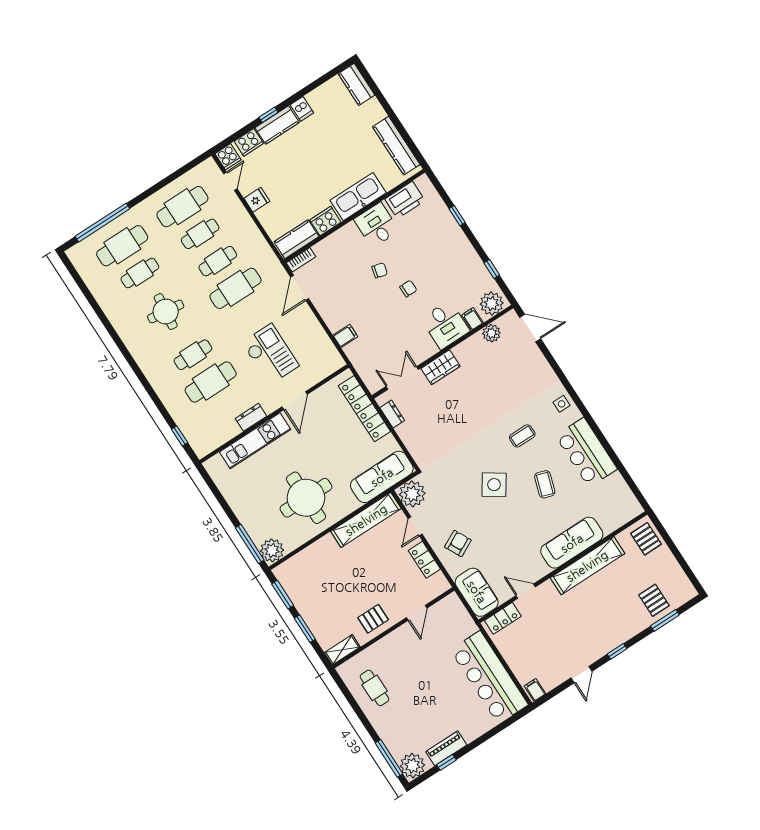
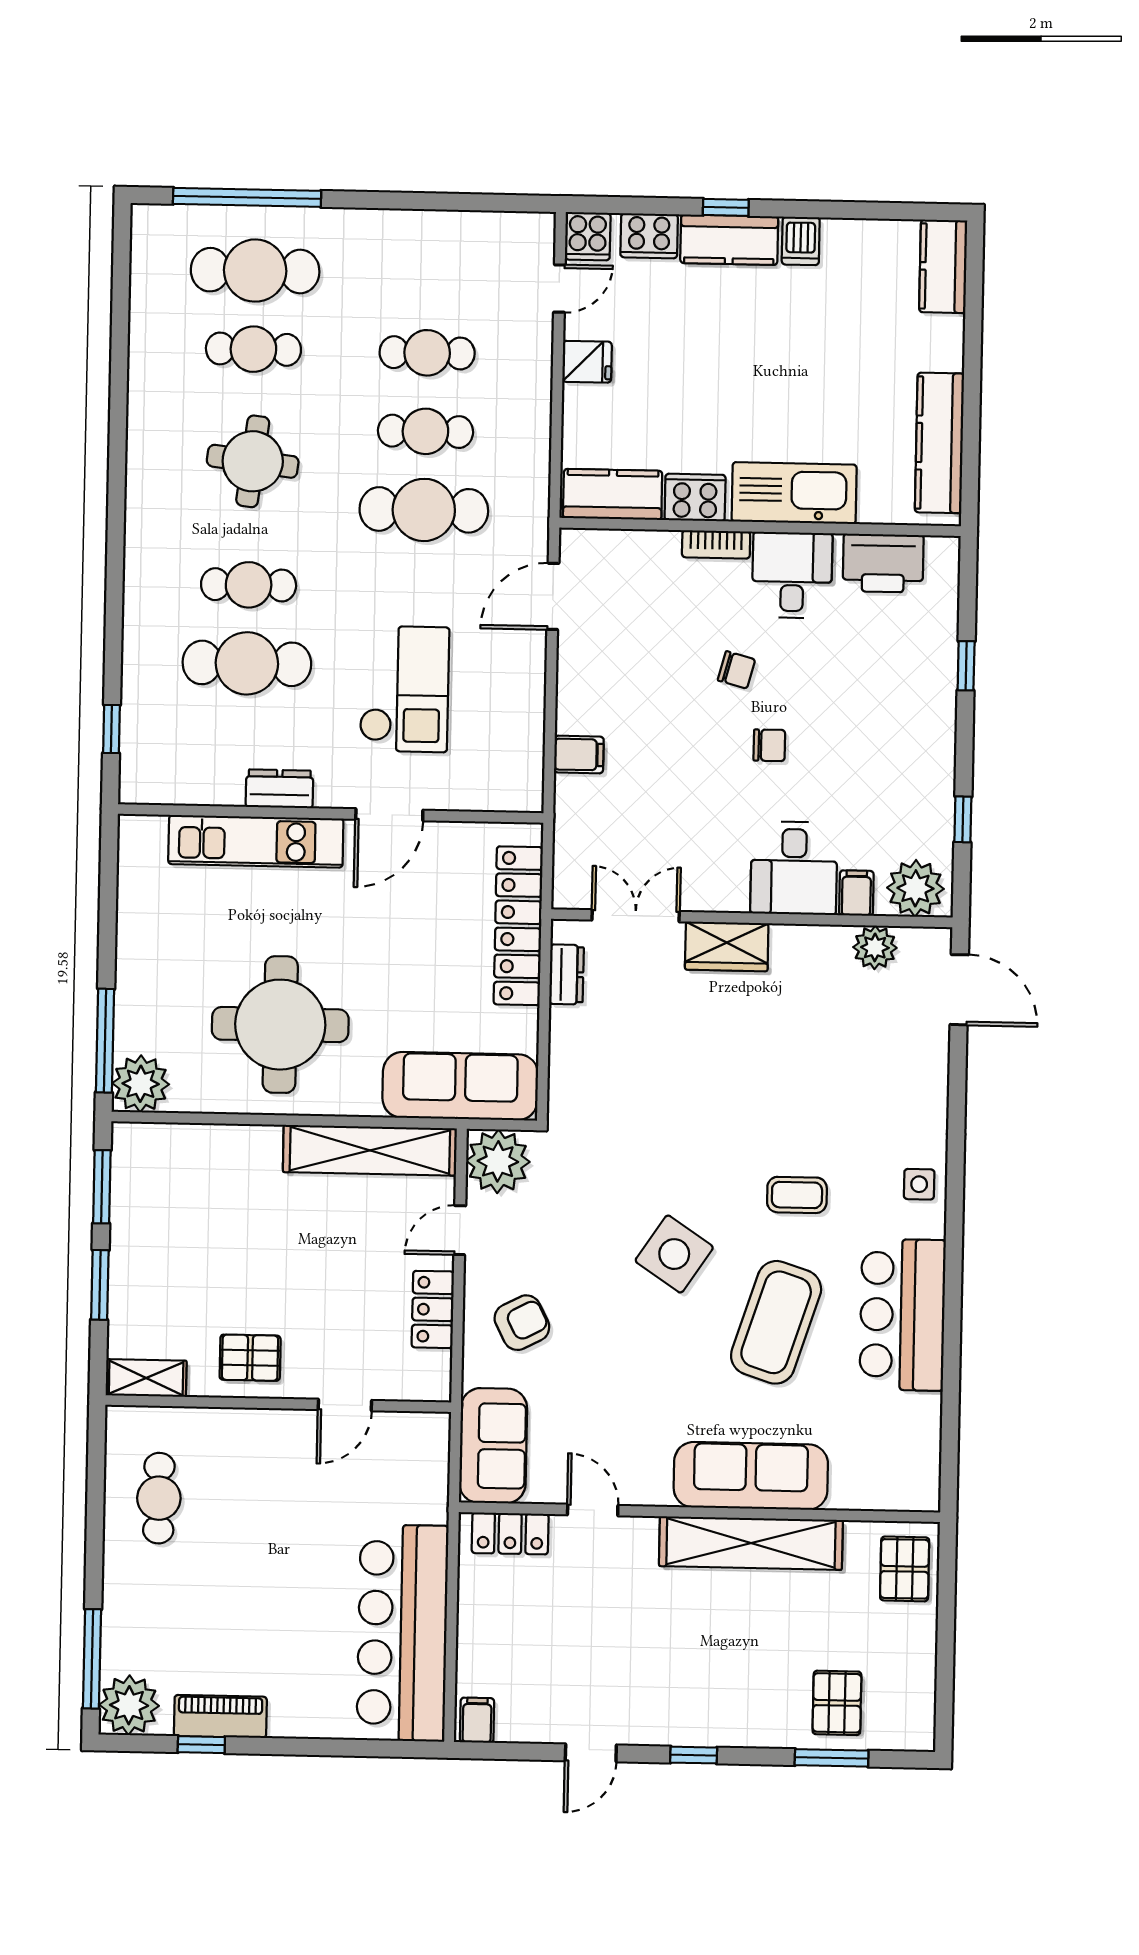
cafe table: (182, 207) -> (429, 274), removed
bookcase: (301, 260) -> (716, 544), moved
coffee table: (545, 484) -> (776, 1322), width x1.86, depth x1.72

